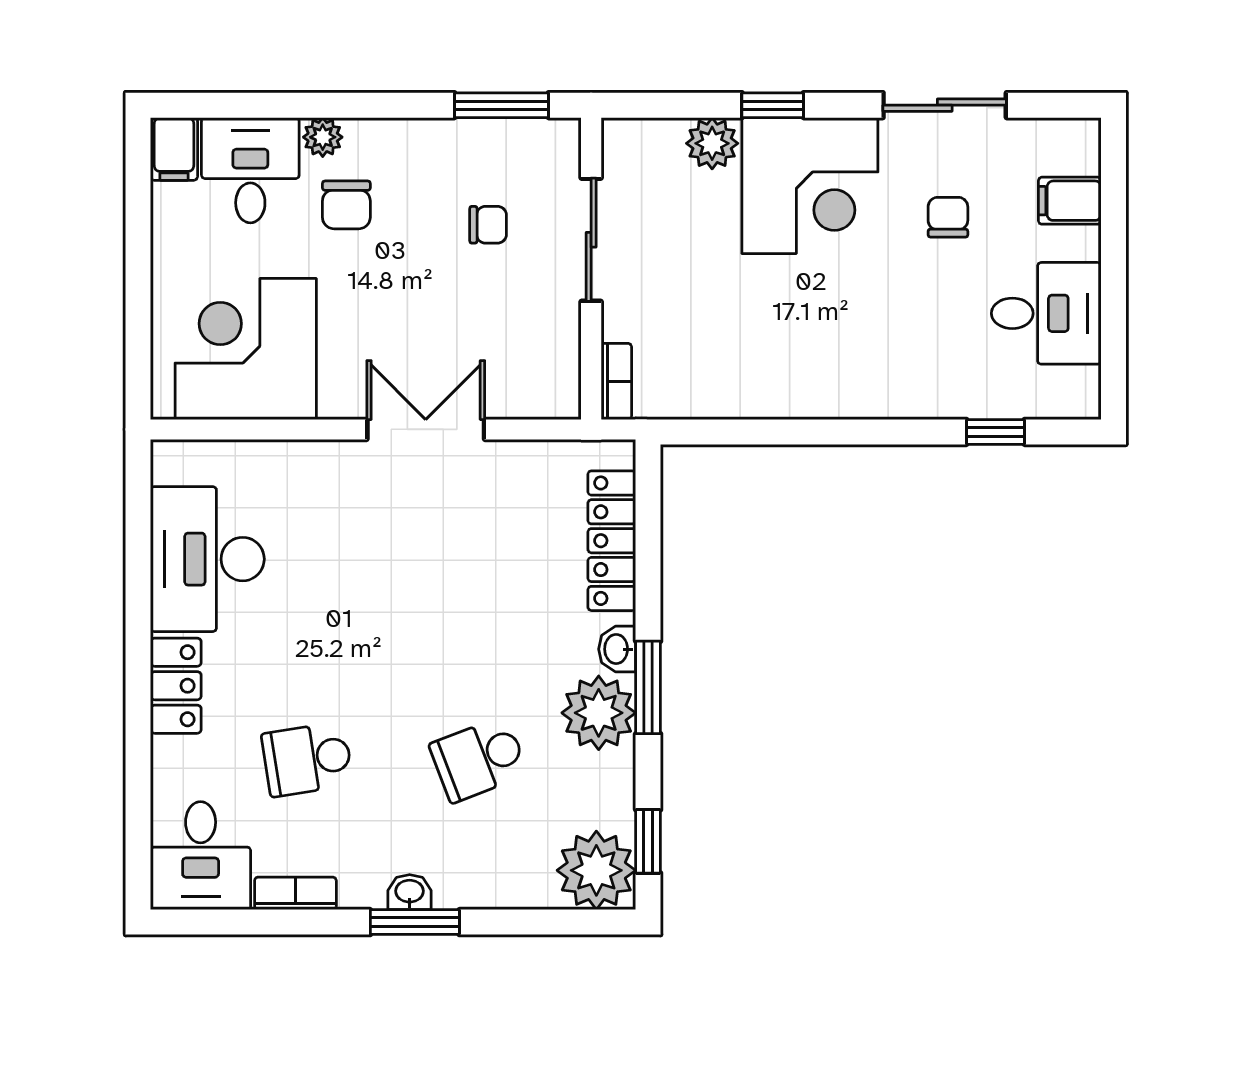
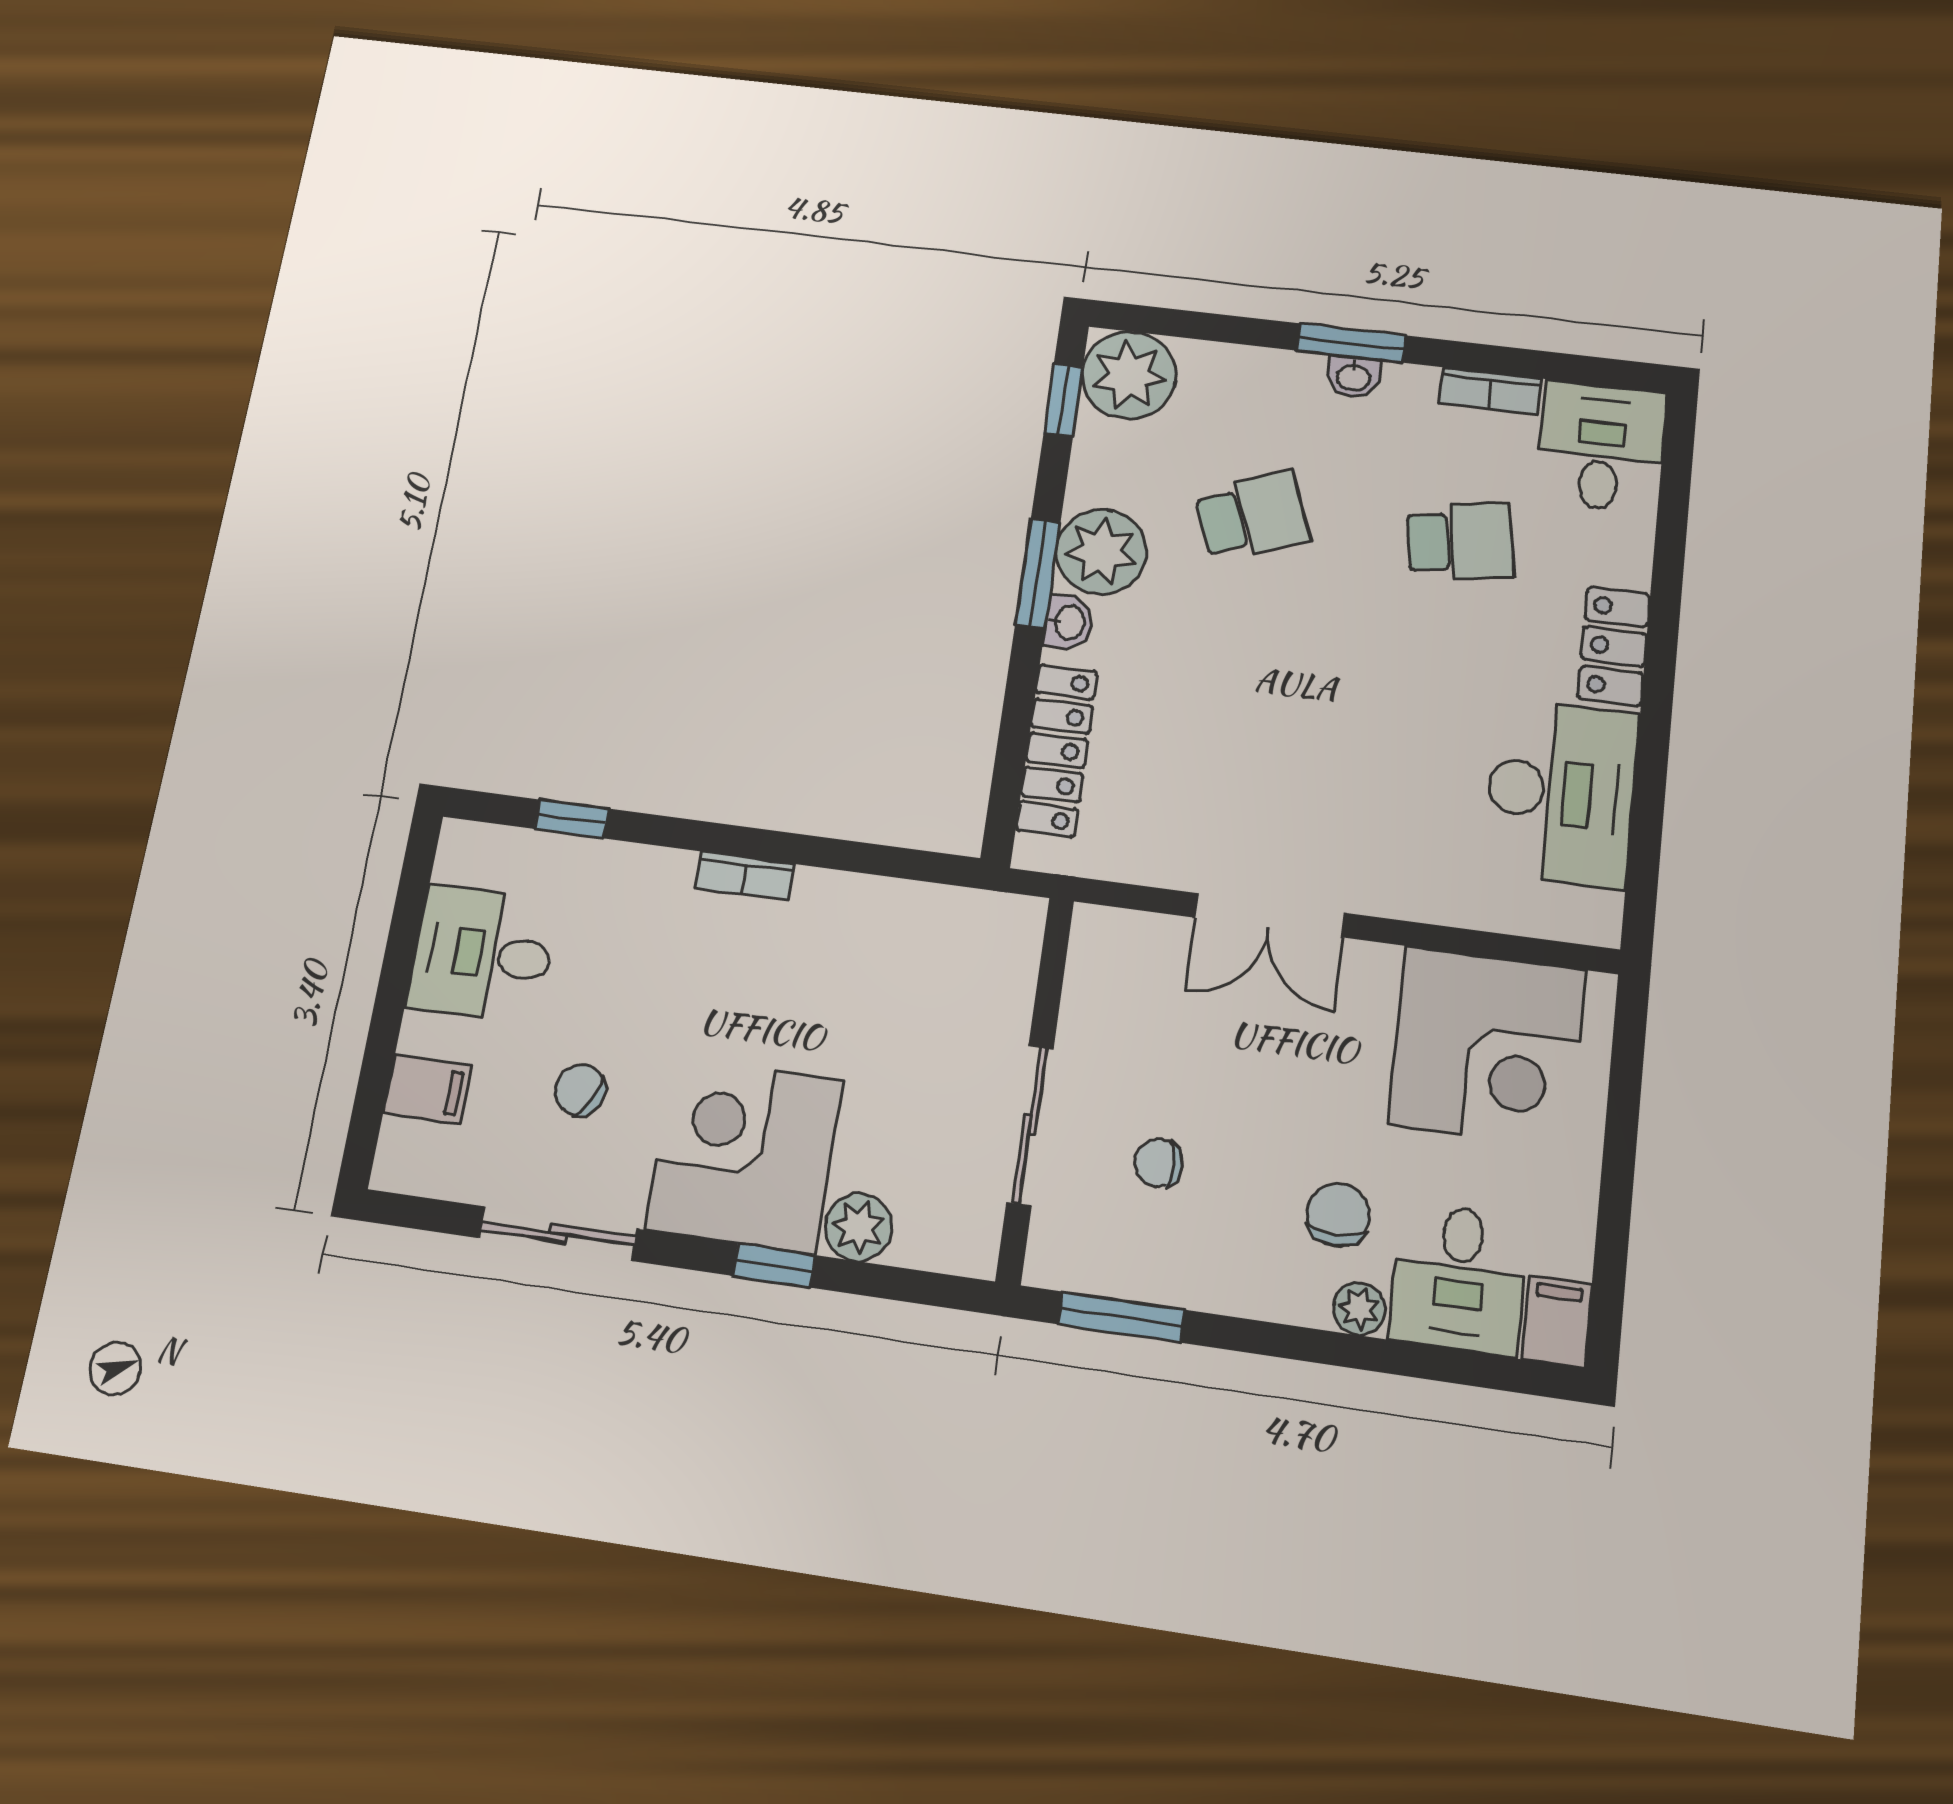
chair: (948, 217) -> (580, 1090), turned 118
bookcase: (616, 381) -> (744, 876), moved, turned -90

